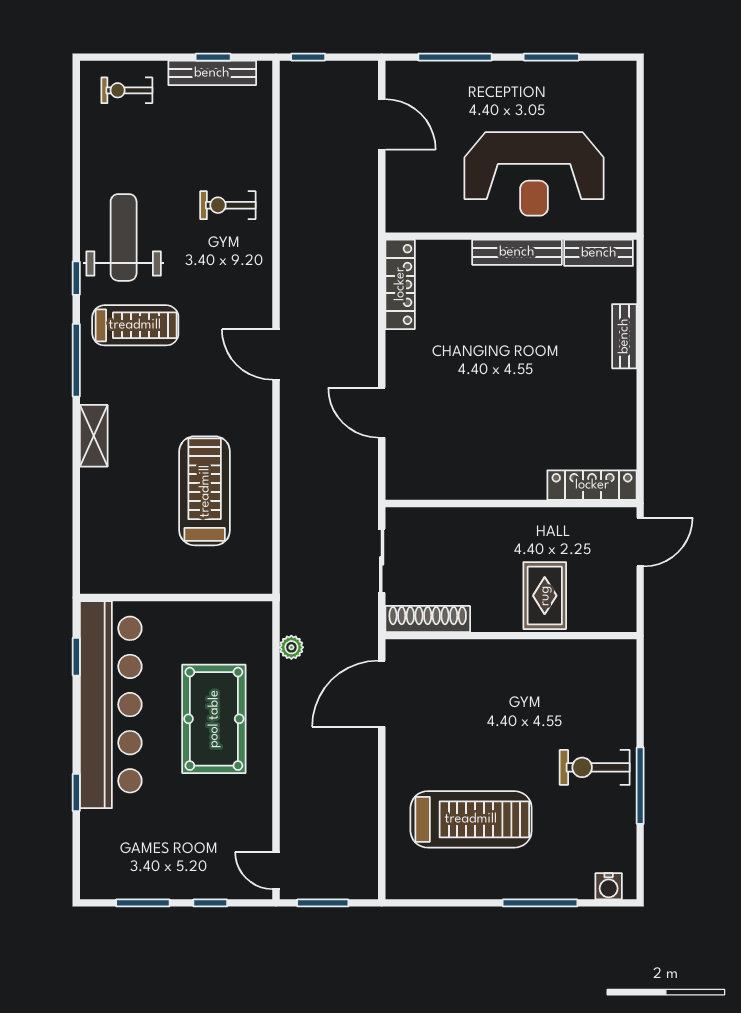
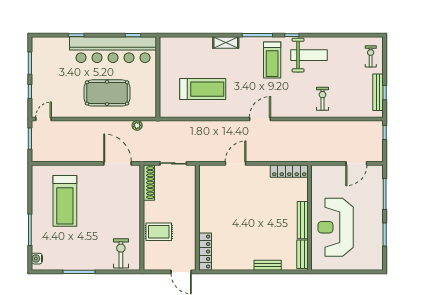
exercise bike: (595, 767) -> (121, 253), moved

